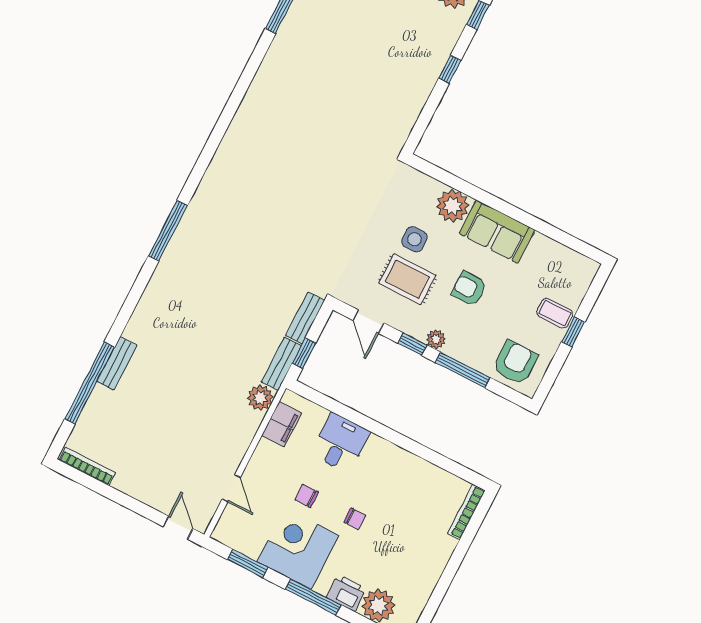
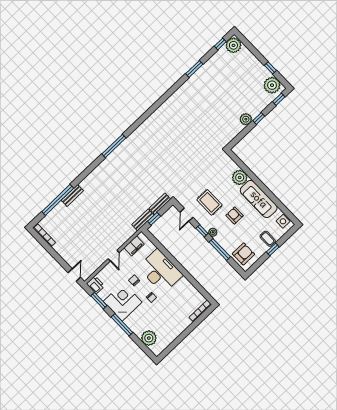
sofa: (497, 232) -> (259, 199), width x1.36
side table: (414, 239) -> (283, 221), moved
plant: (260, 398) -> (246, 119), moved
desk: (340, 443) -> (160, 271), width x1.87, depth x1.30
door: (231, 488) -> (114, 256), moved
printer: (346, 593) -> (96, 285), moved

